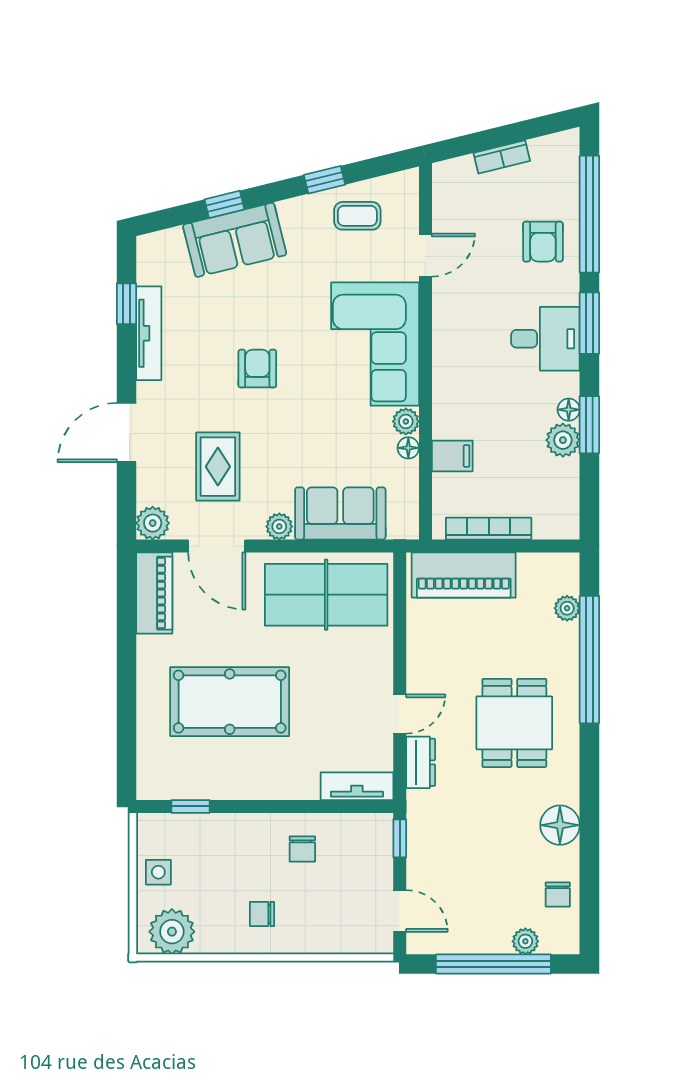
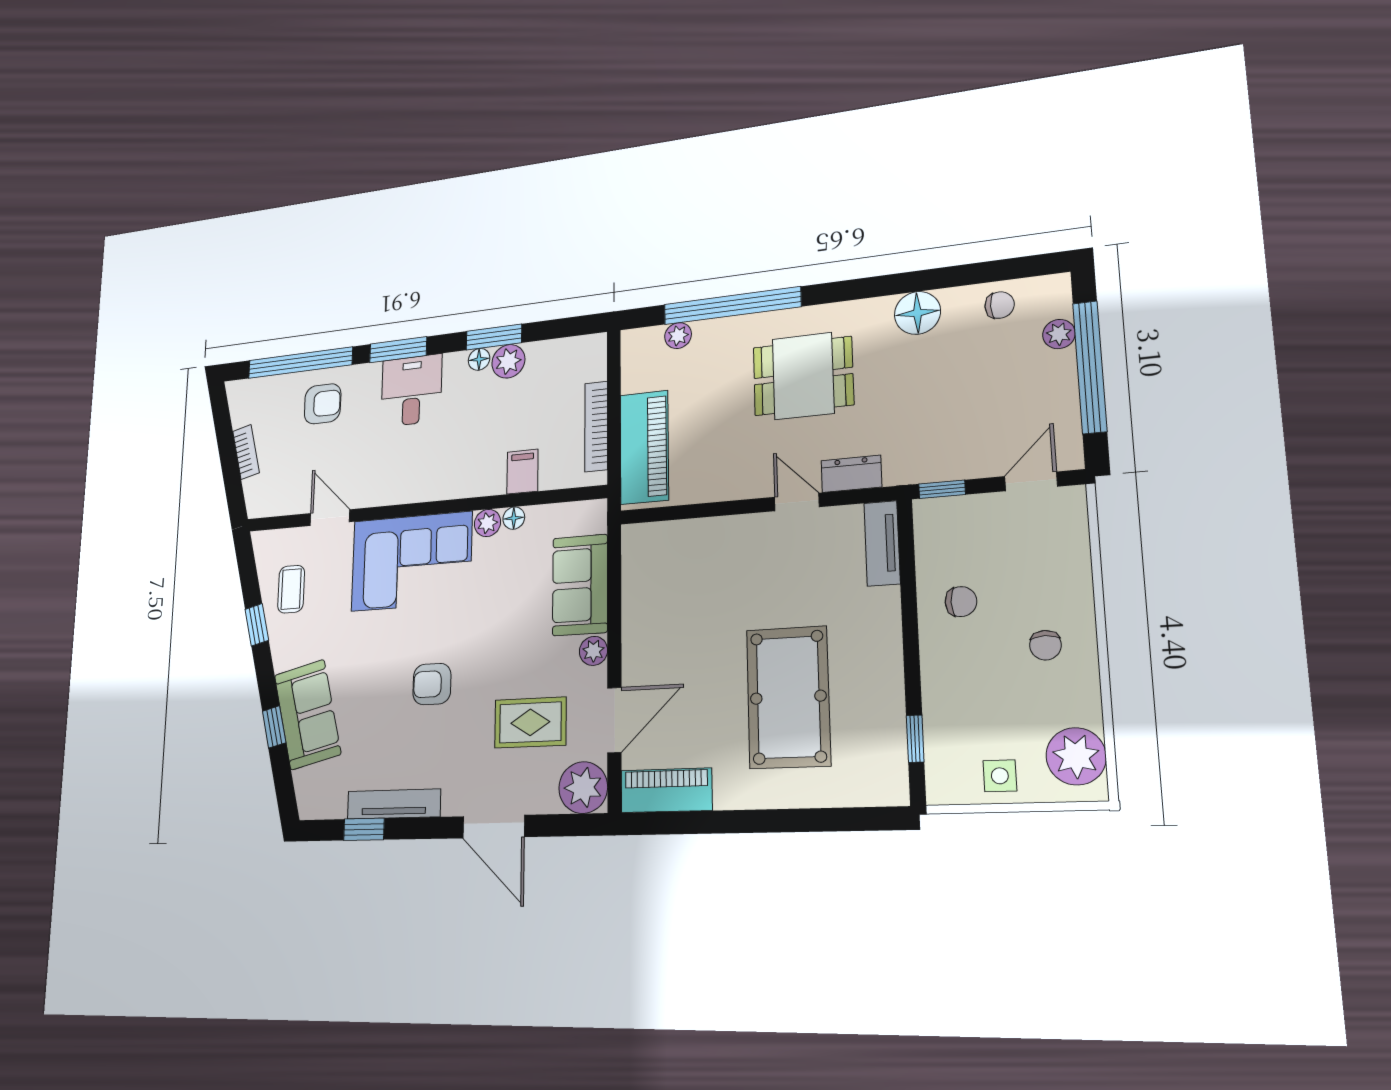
plant: (153, 523) -> (583, 788), width x1.36, depth x1.36
table tennis table: (326, 595) -> (666, 594), removed

